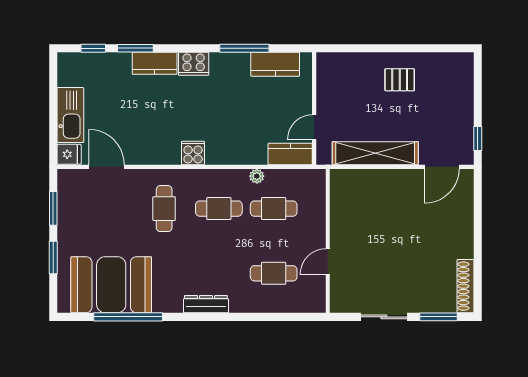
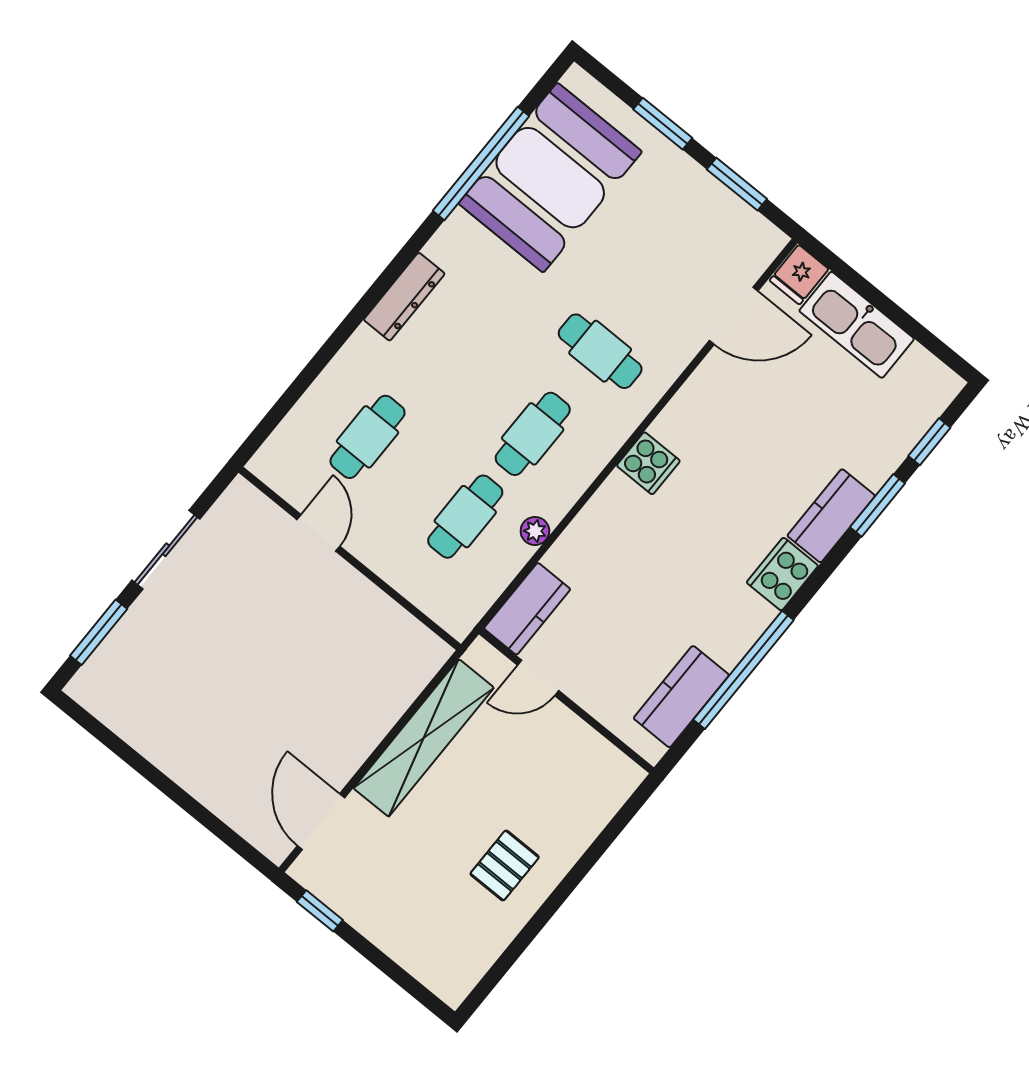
window: (244, 48) -> (743, 670), width x1.46
door: (314, 127) -> (538, 678), swing flipped
shoe rack: (466, 286) -> (112, 711), removed

